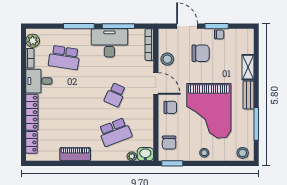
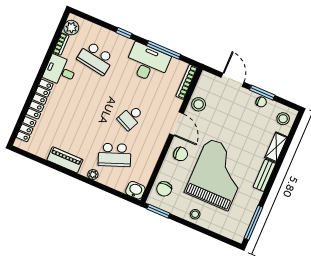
window: (79, 26) -> (124, 33), width x0.46
chair: (201, 53) -> (235, 113), removed
grand piano: (209, 111) -> (218, 174), turned 180
window: (256, 124) -> (253, 223), moved
stool: (243, 153) -> (283, 119), moved
plant: (132, 156) -> (93, 174), moved

